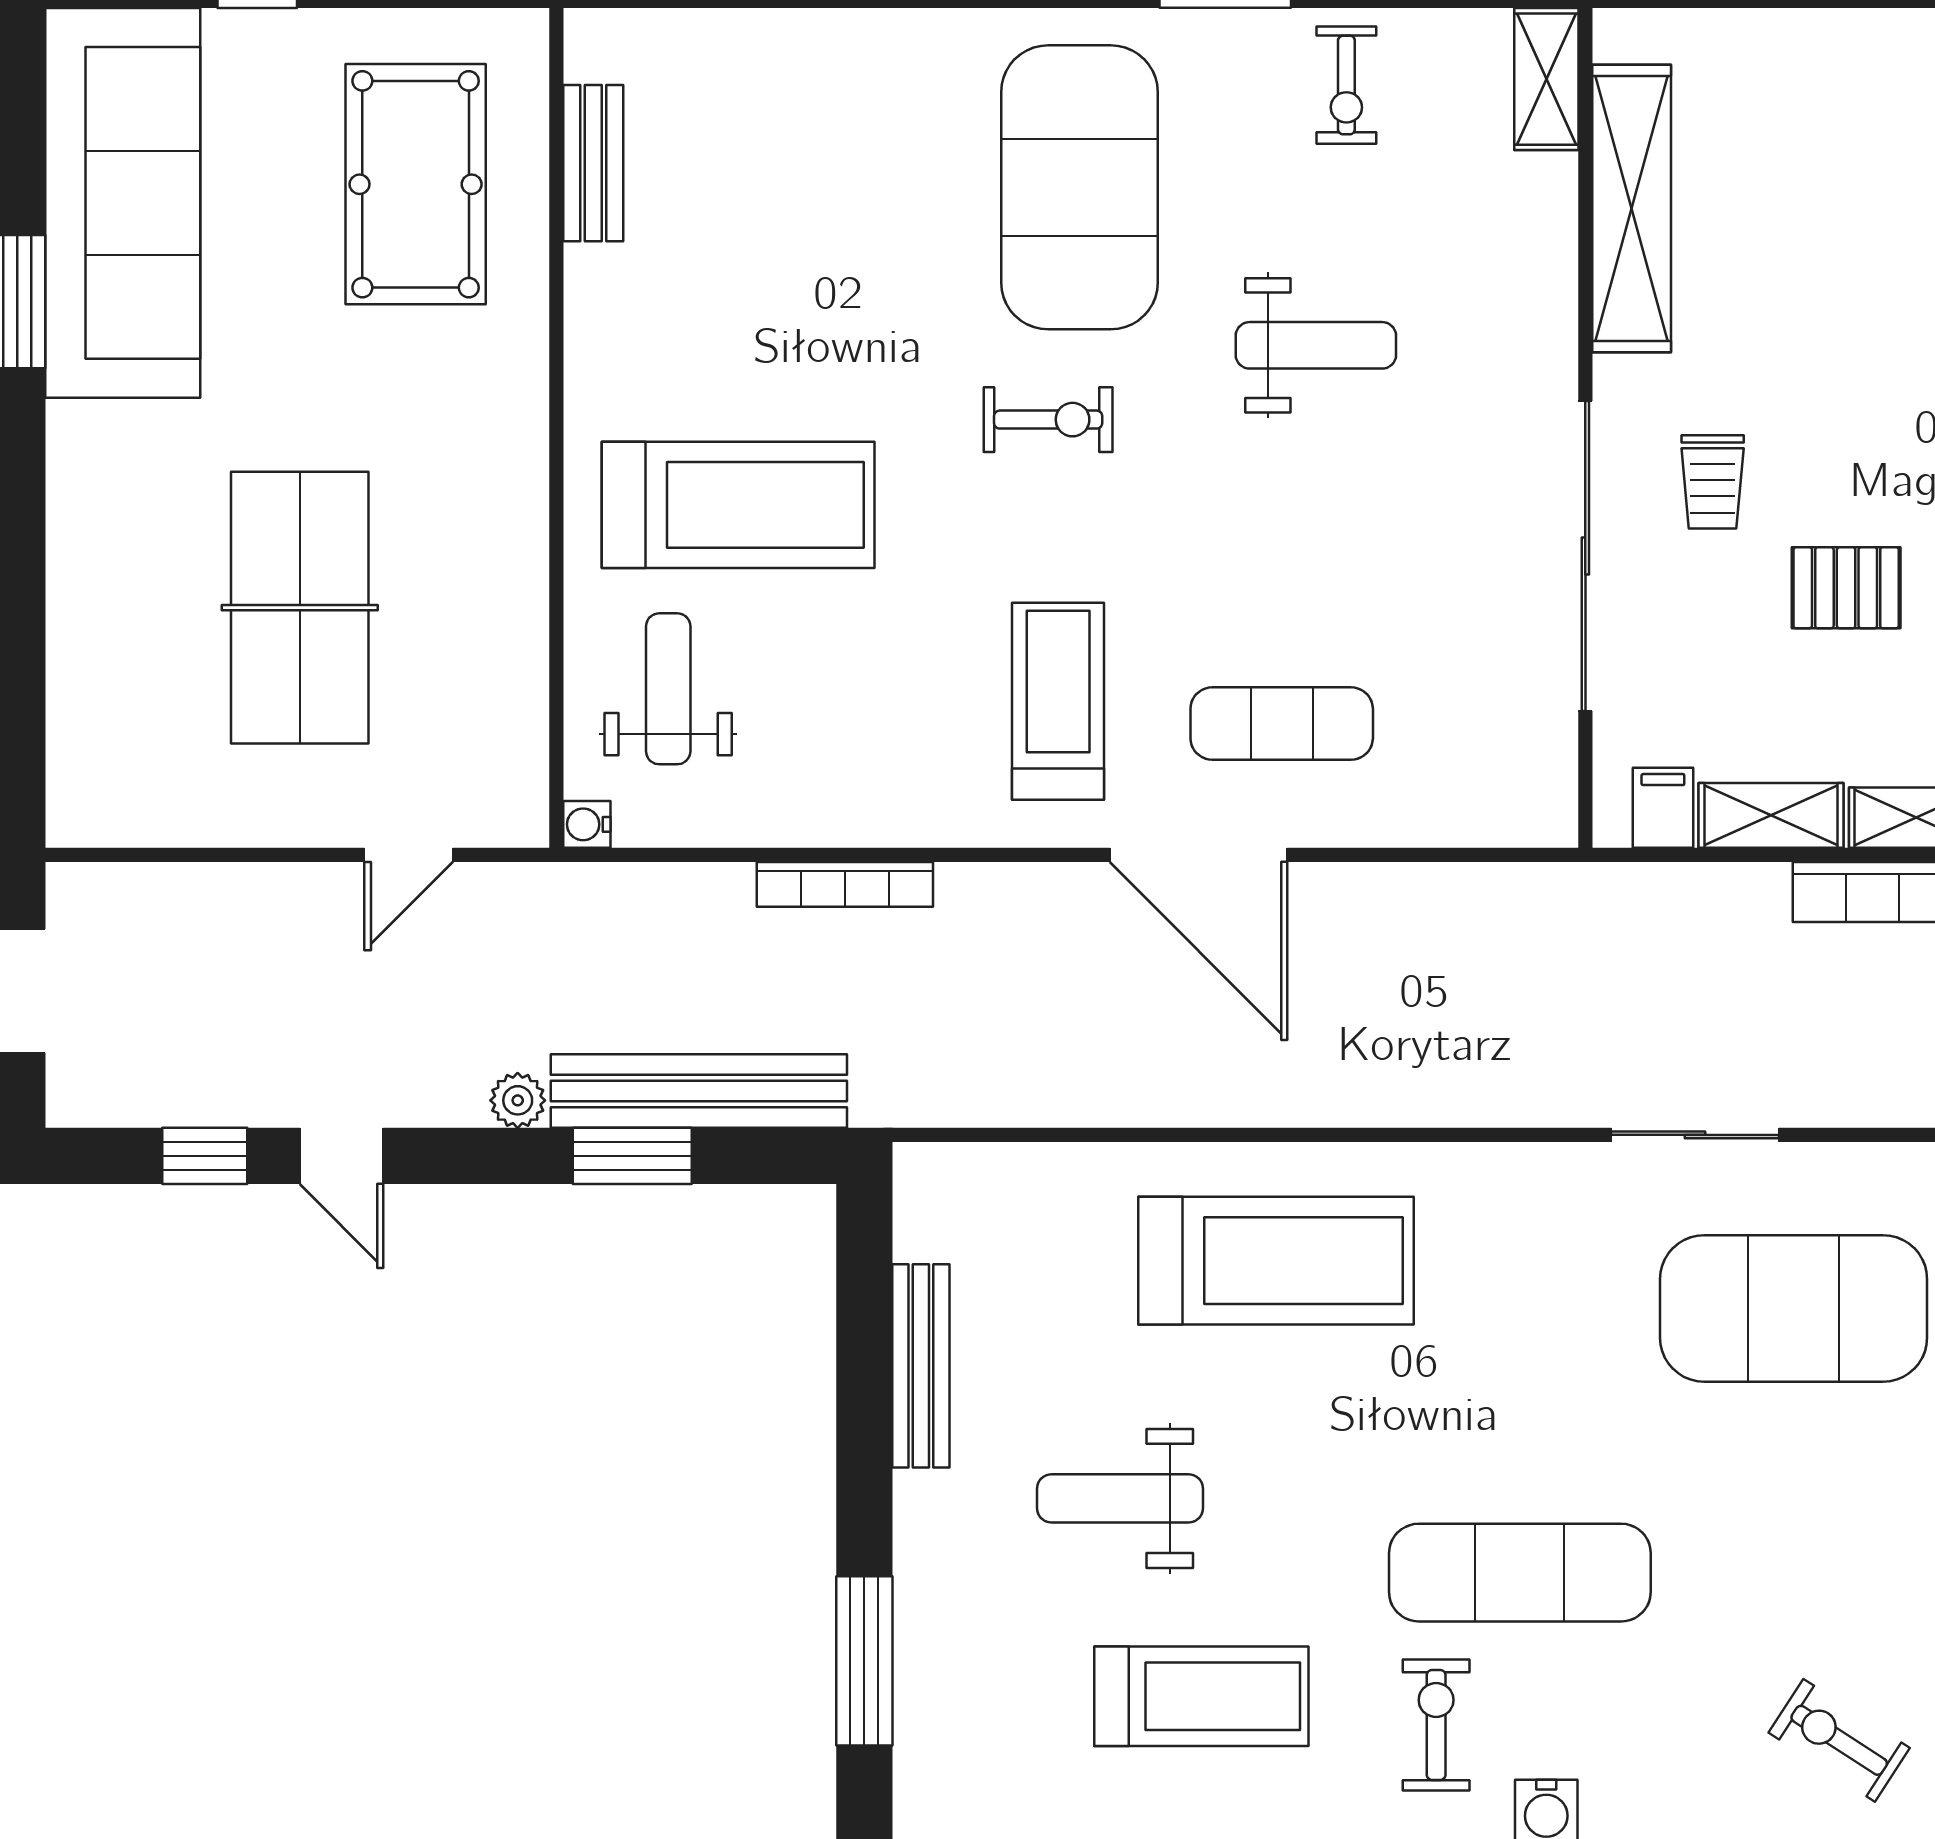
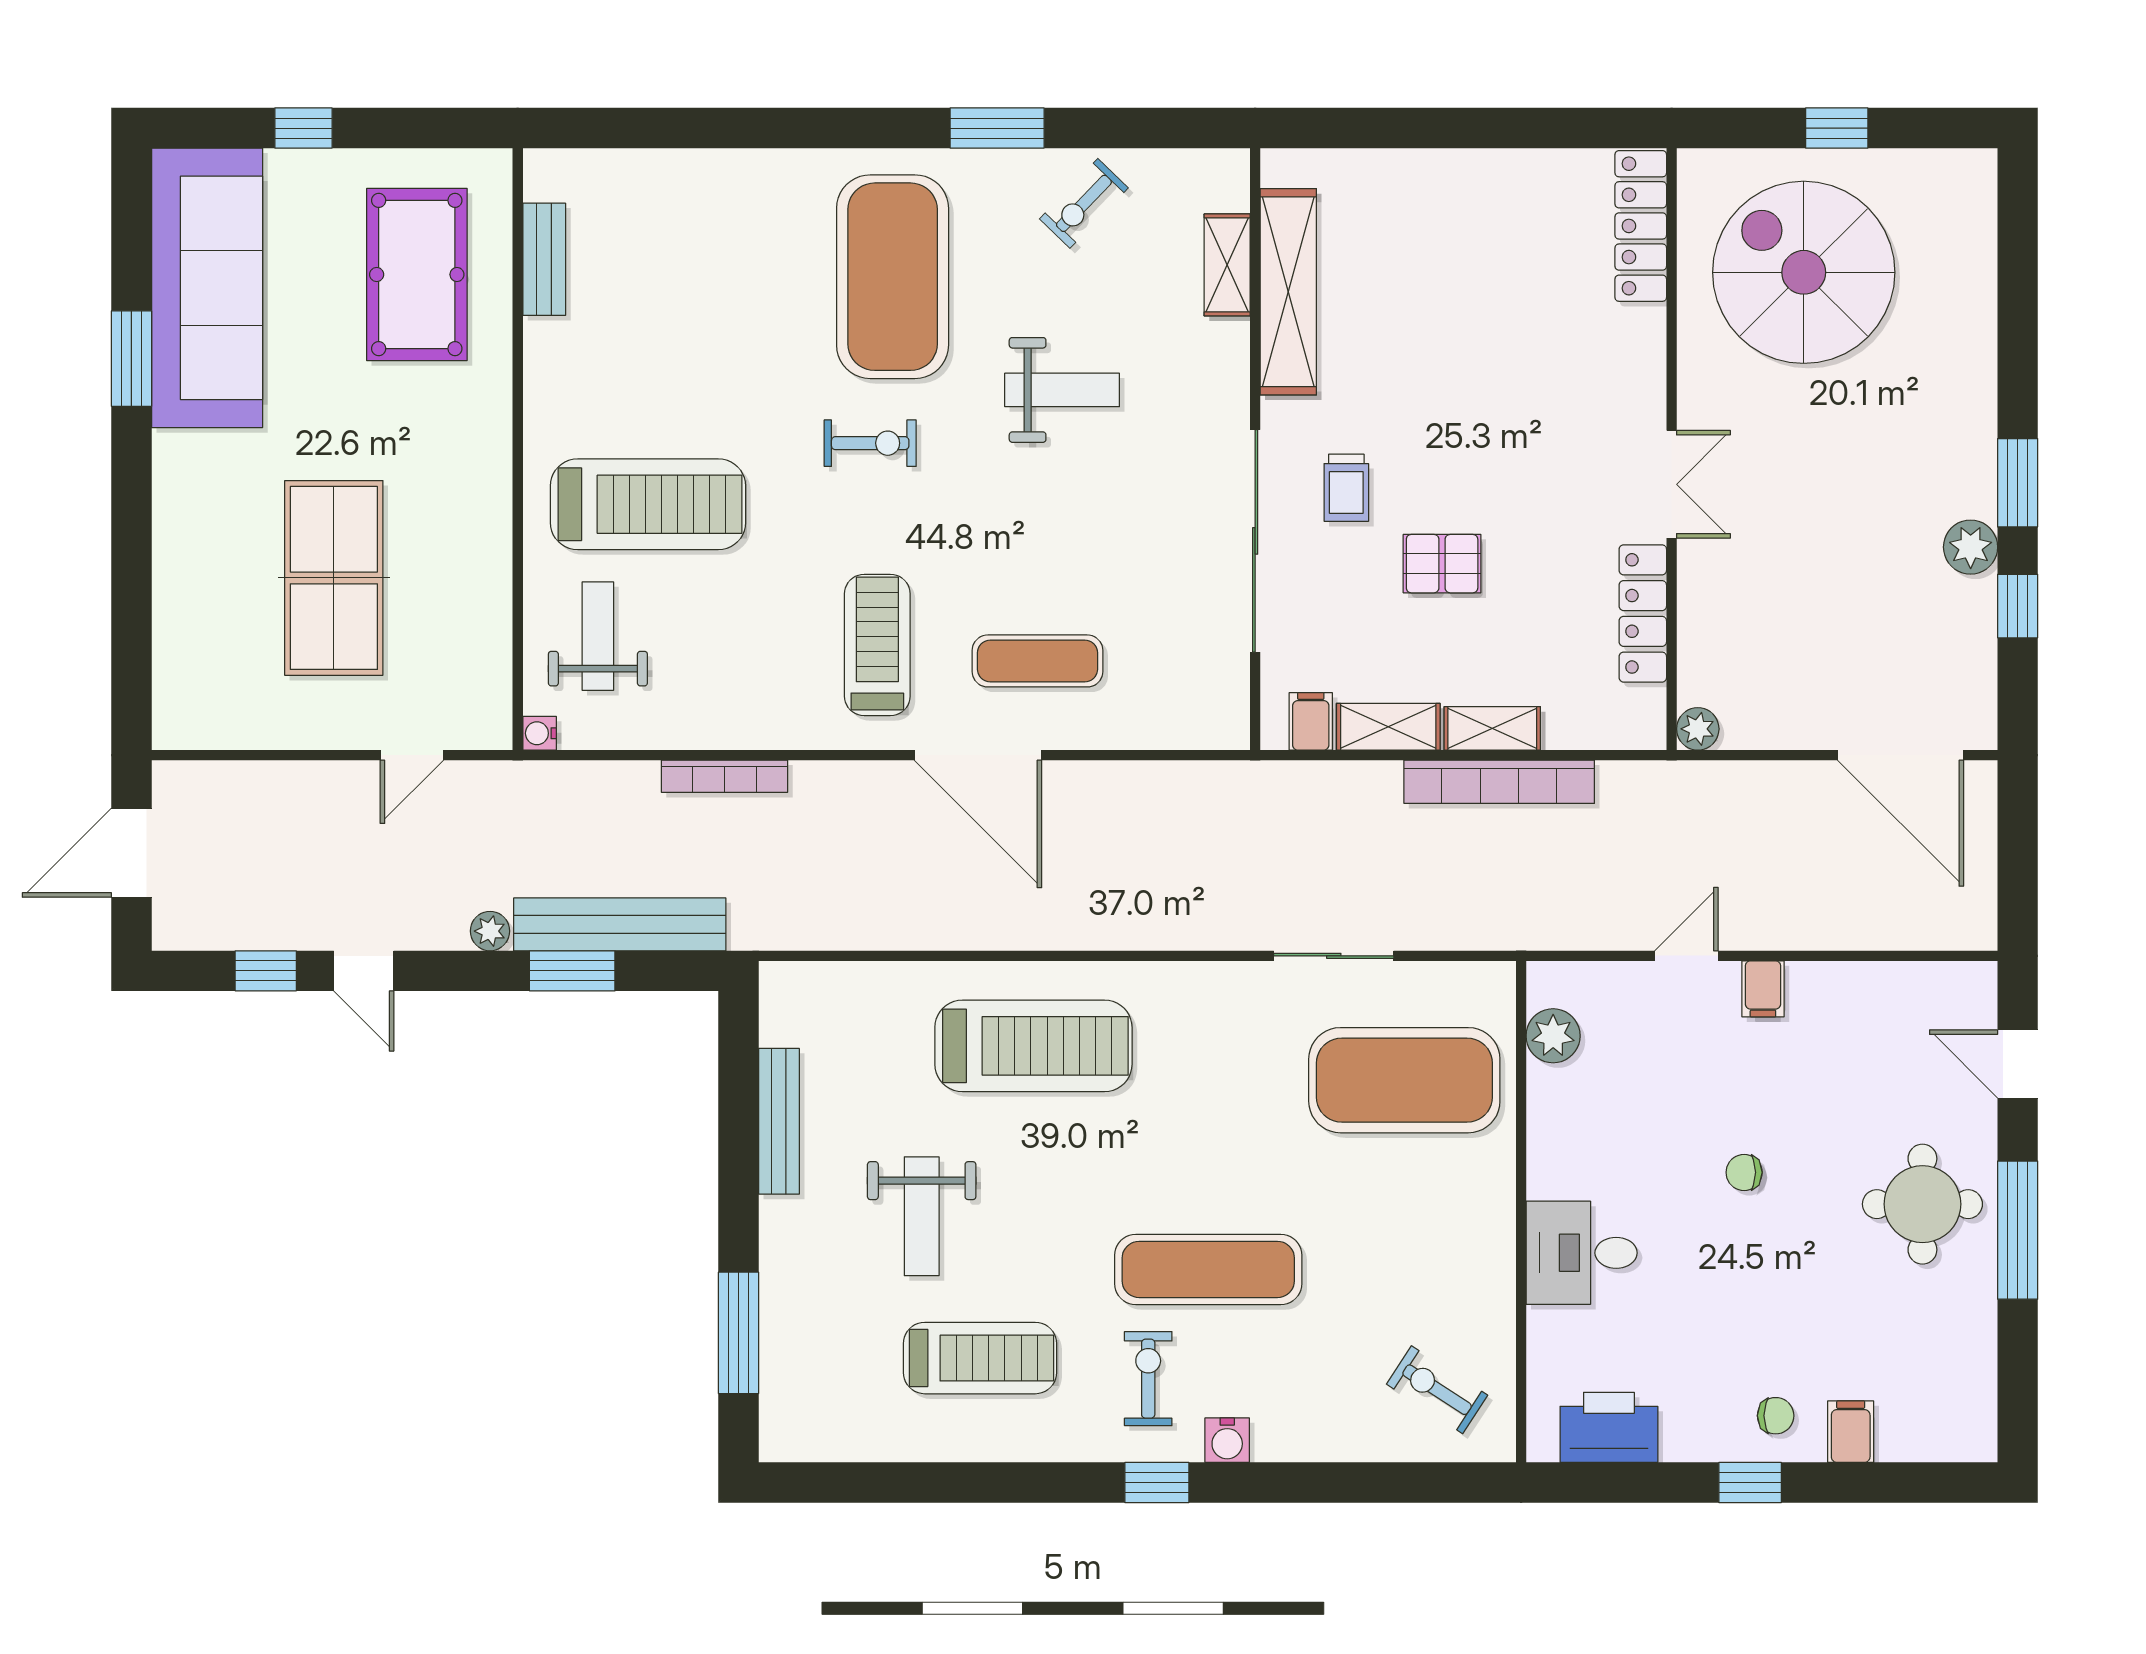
shelving: (1546, 79) -> (1227, 265), moved
exercise bike: (1346, 85) -> (1084, 203), turned 44
weight bench: (1120, 1498) -> (922, 1216), turned -90

